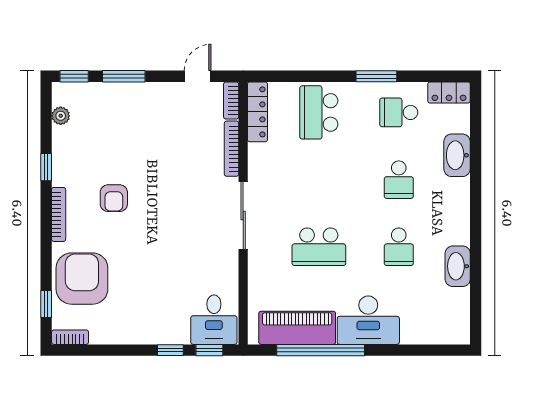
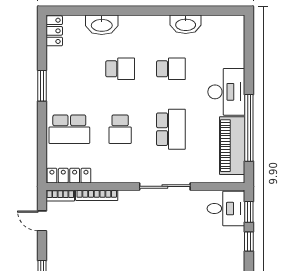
school desk: (399, 112) -> (120, 129), moved
sliding door: (243, 216) -> (165, 186), moved

